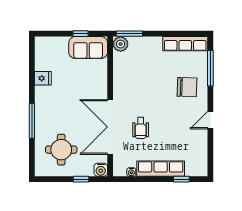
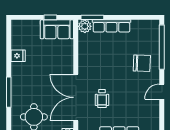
row of seats: (185, 44) -> (111, 26), moved
window: (210, 68) -> (162, 47), width x1.46

